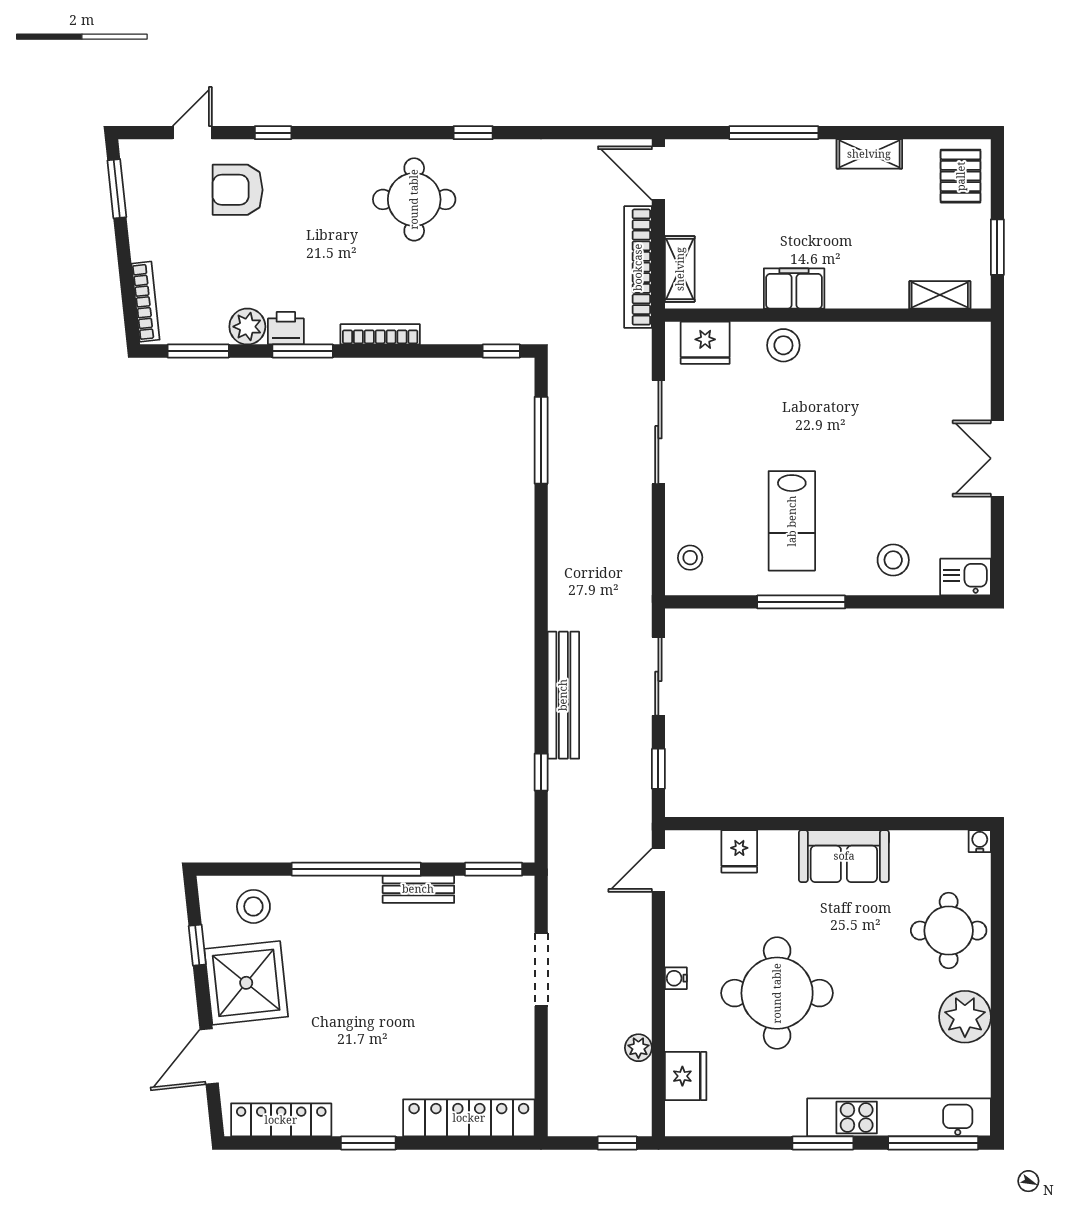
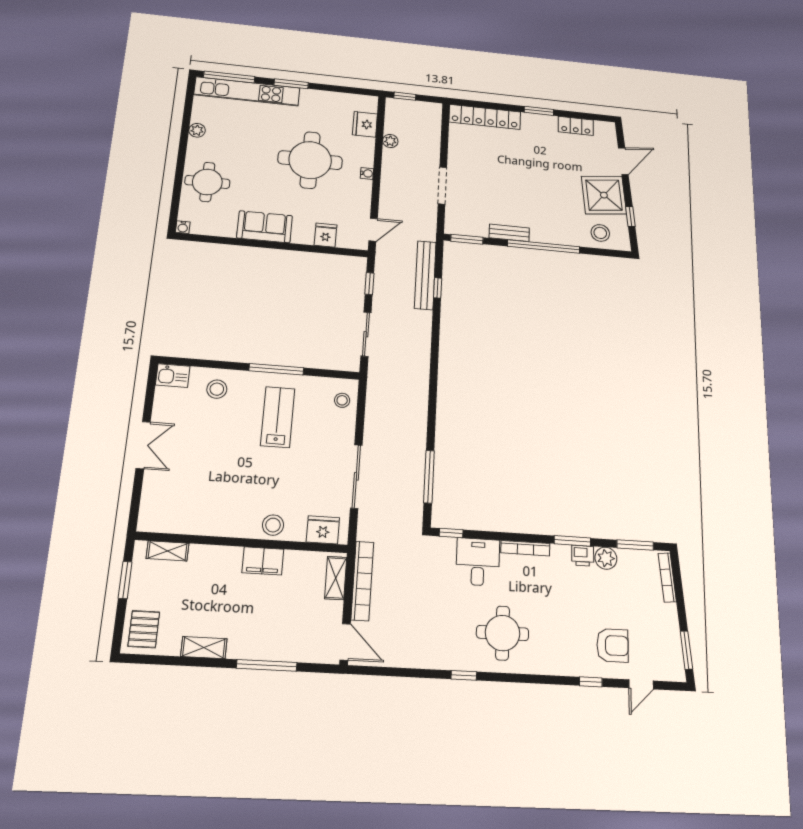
desk: (457, 308) -> (478, 562), added
bench: (563, 695) -> (425, 275), moved
plant: (965, 1017) -> (197, 130), width x0.53, depth x0.53
locker: (281, 1120) -> (576, 126), width x0.66

